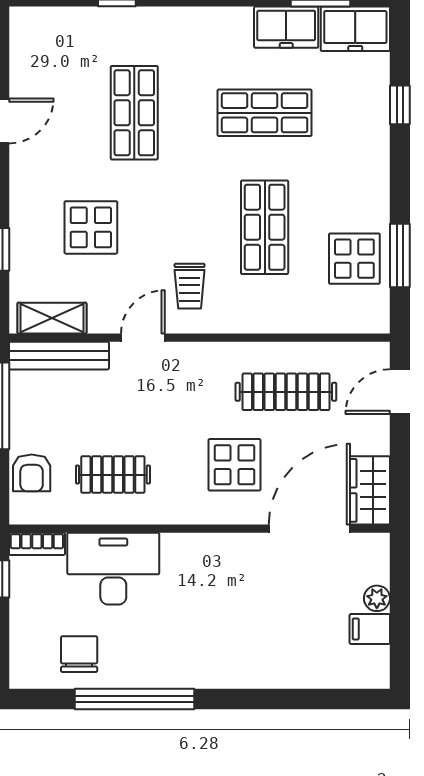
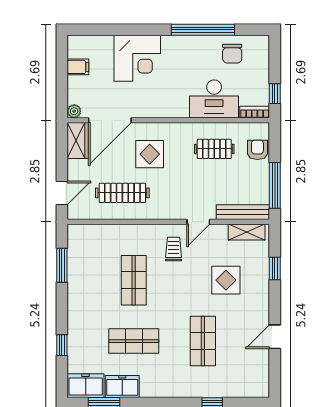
display table: (354, 259) -> (86, 264), removed
plant: (377, 598) -> (74, 111), moved
corner desk: (258, 645) -> (137, 58), added

